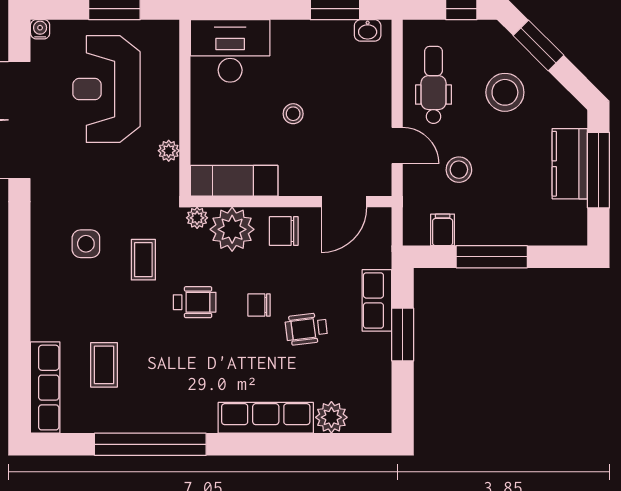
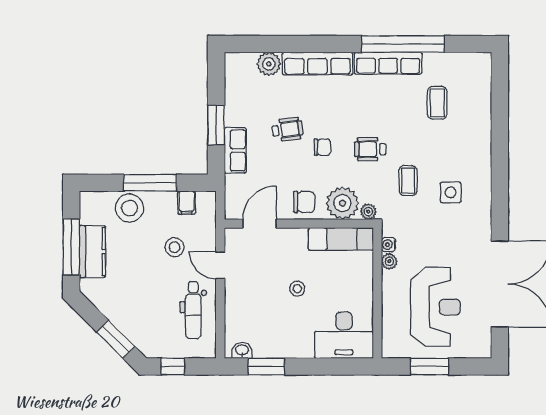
water cooler: (40, 29) -> (389, 245), moved, turned 90
stool: (505, 92) -> (130, 208), moved
row of seats: (45, 388) -> (388, 63), moved, turned -90

